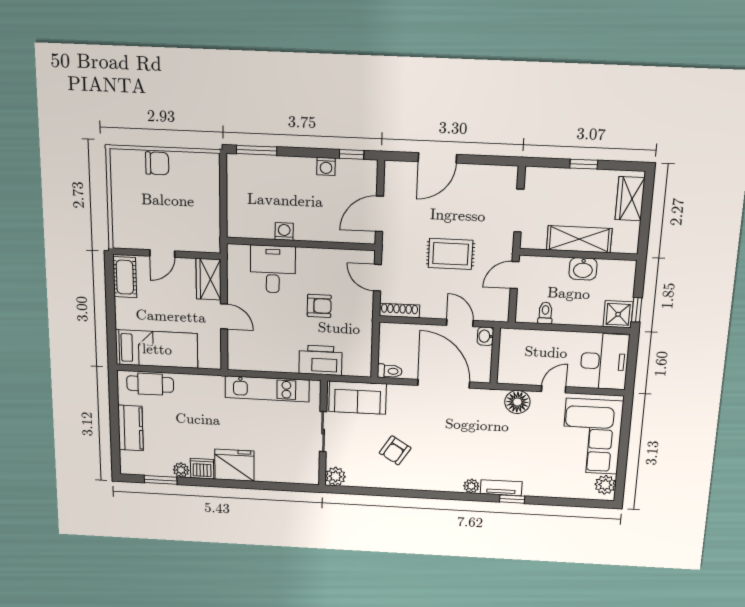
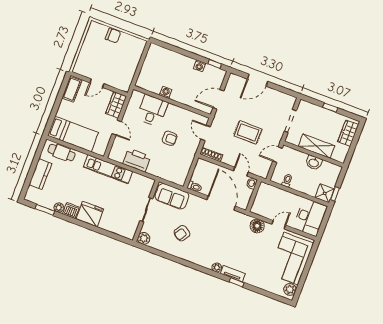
window: (257, 150) -> (167, 46), removed
printer: (321, 360) -> (137, 160), moved
kitchen unit: (267, 389) -> (108, 169), moved

